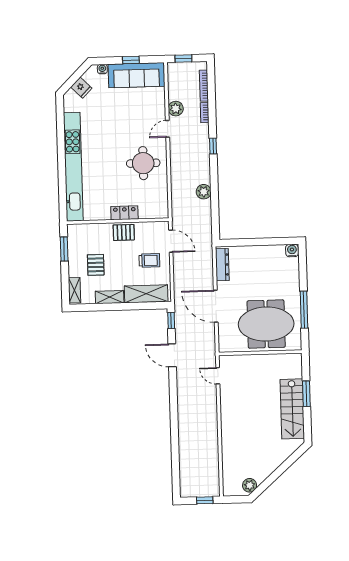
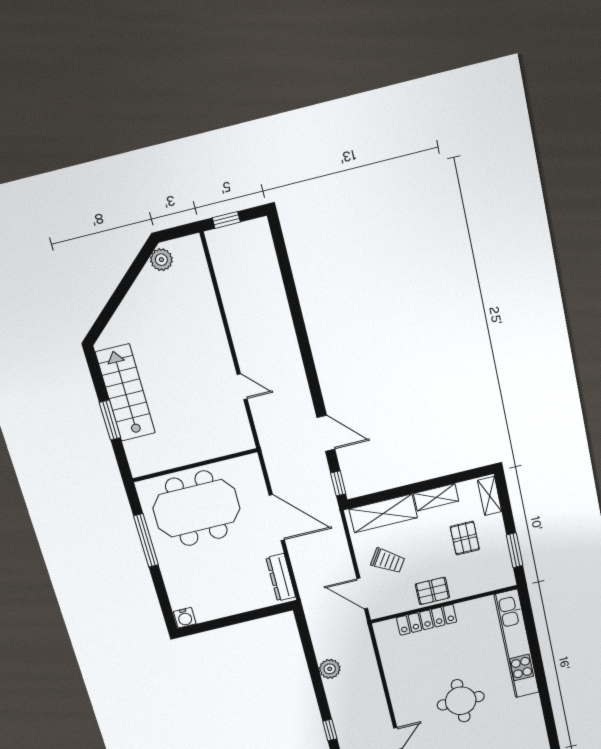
round table: (143, 163) -> (461, 701), moved
kitchen unit: (73, 167) -> (517, 644), width x0.73
locker: (124, 213) -> (427, 620), width x1.53
trolley: (149, 260) -> (388, 561), turned -147
door: (218, 376) -> (242, 387), moved

